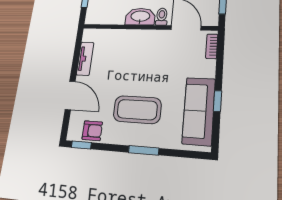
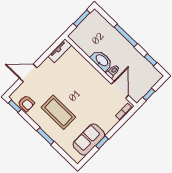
tv unit: (85, 59) -> (60, 51), moved
door: (70, 95) -> (28, 73), swing flipped
sofa: (199, 111) -> (89, 140), width x0.73

